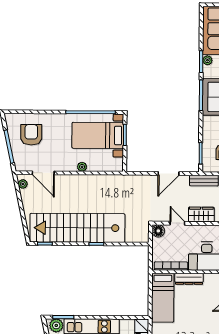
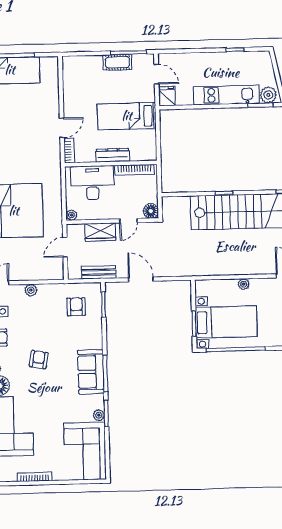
door: (168, 173) -> (141, 279), hinge flipped
door: (177, 223) -> (128, 221), hinge flipped
bed: (163, 298) -> (127, 116), moved, turned -90

